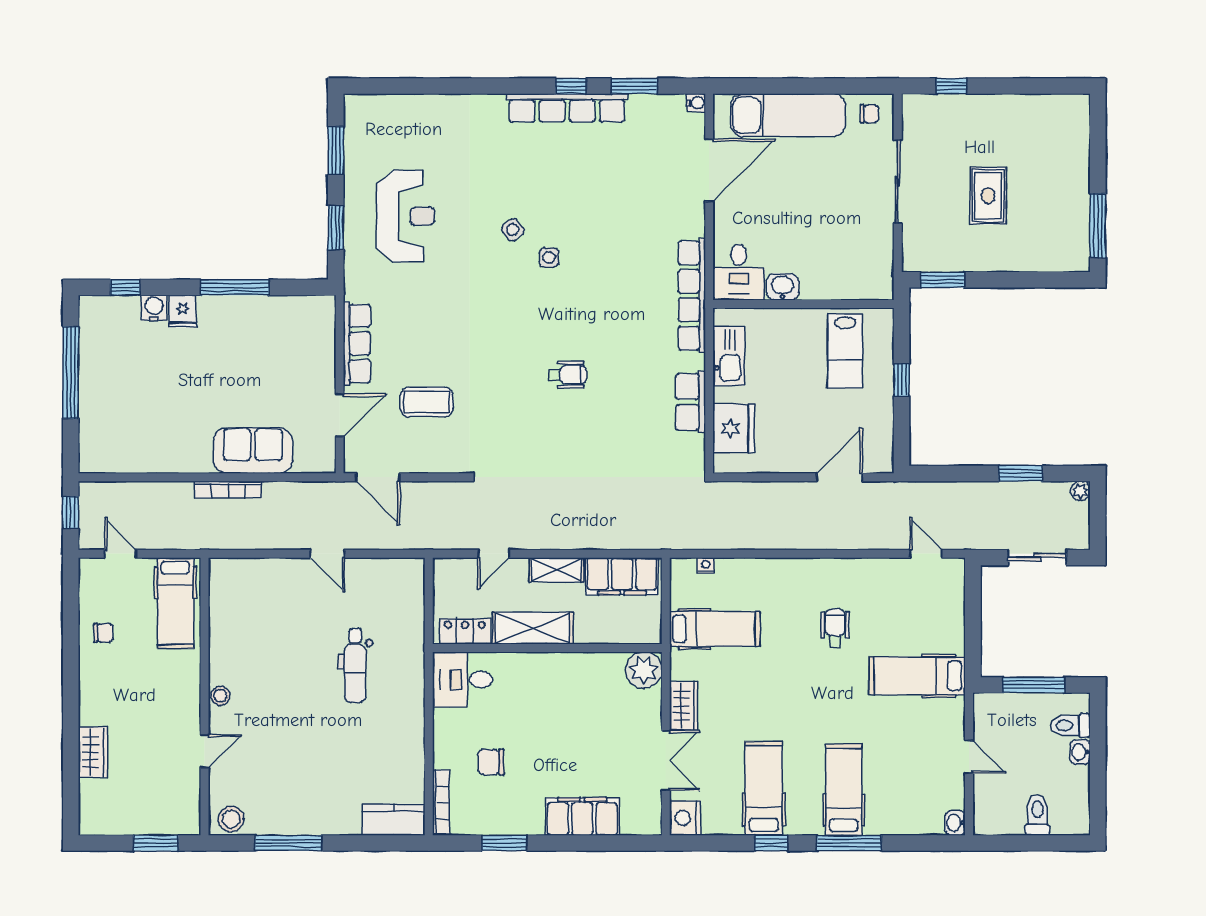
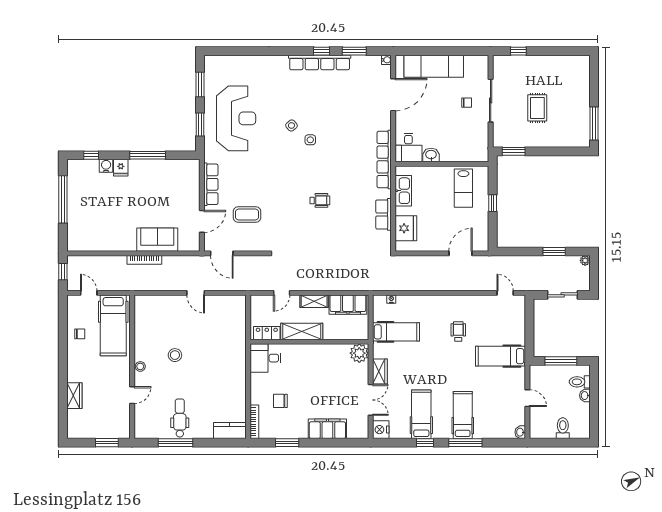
chair: (869, 114) -> (467, 103), moved
reception desk: (405, 216) -> (236, 118), width x1.36, depth x1.30
hospital bed: (175, 603) -> (113, 325), width x1.37, depth x1.29
dental chair: (355, 665) -> (180, 418), moved, turned 180
stool: (231, 819) -> (175, 355), moved

